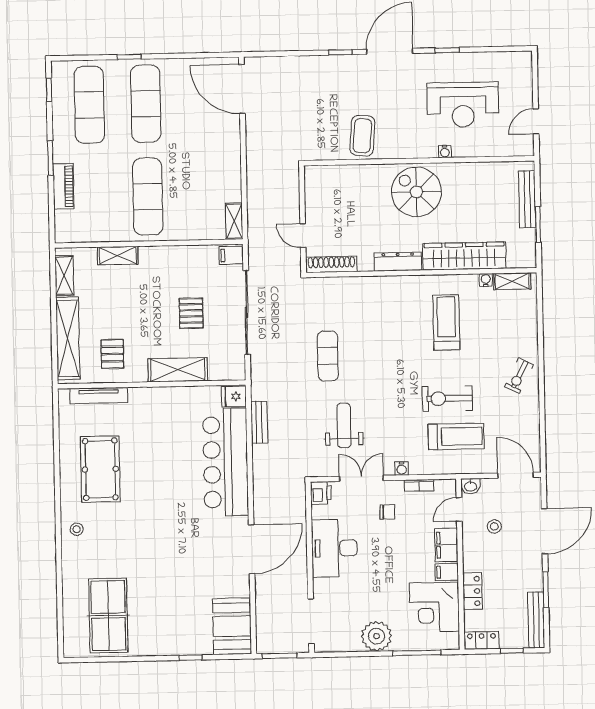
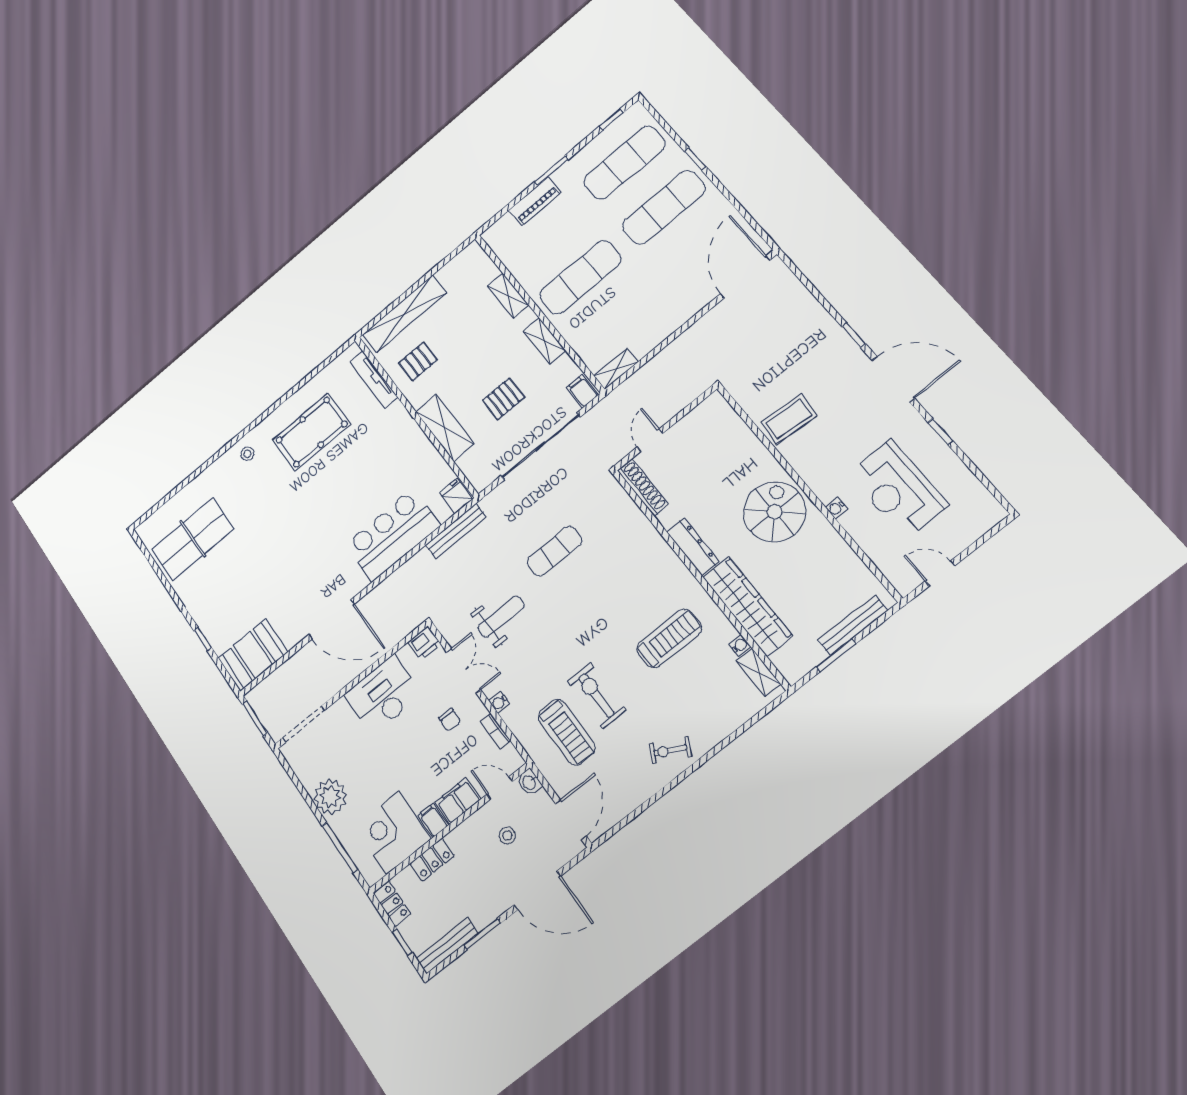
shelving: (64, 276) -> (545, 341), moved, turned 90
bench: (259, 422) -> (456, 531), width x1.36
bar counter: (226, 462) -> (392, 535), width x0.73

